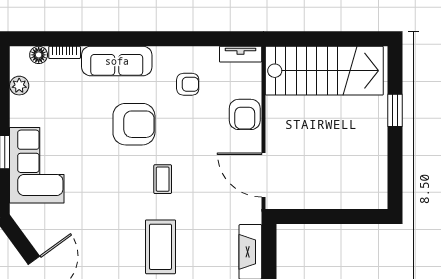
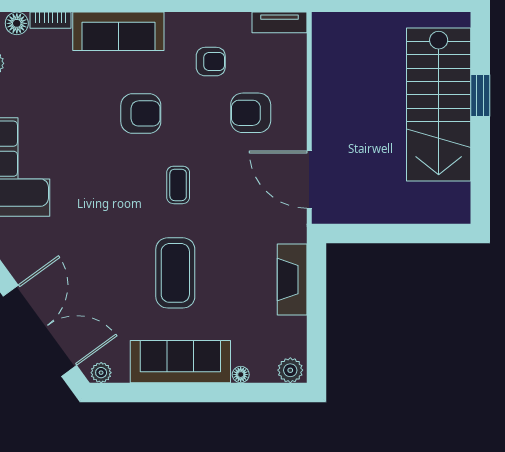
stairs: (324, 71) -> (439, 104), moved, turned 90
armchair: (245, 114) -> (251, 113), moved, turned 90
armchair: (134, 124) -> (141, 113), width x0.73, depth x0.73

